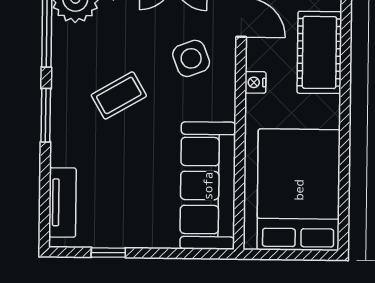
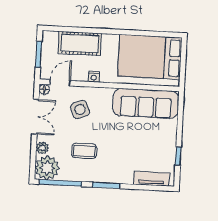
coffee table: (119, 95) -> (84, 151), moved, turned -60

